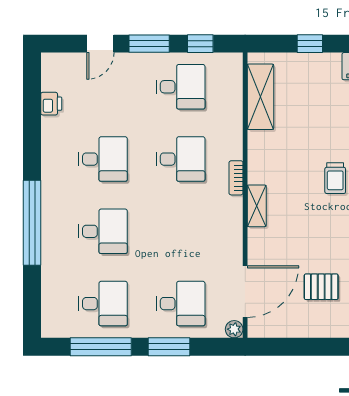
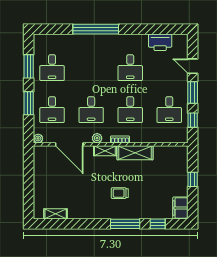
shelving: (260, 97) -> (135, 153), moved
printer: (51, 104) -> (160, 42), width x1.87, depth x1.48
plant: (234, 220) -> (97, 138), added
desk: (103, 231) -> (91, 110), moved
pallet: (321, 287) -> (61, 186), removed
door: (245, 292) -> (69, 144), moved
window: (101, 347) -> (29, 66), width x0.69

